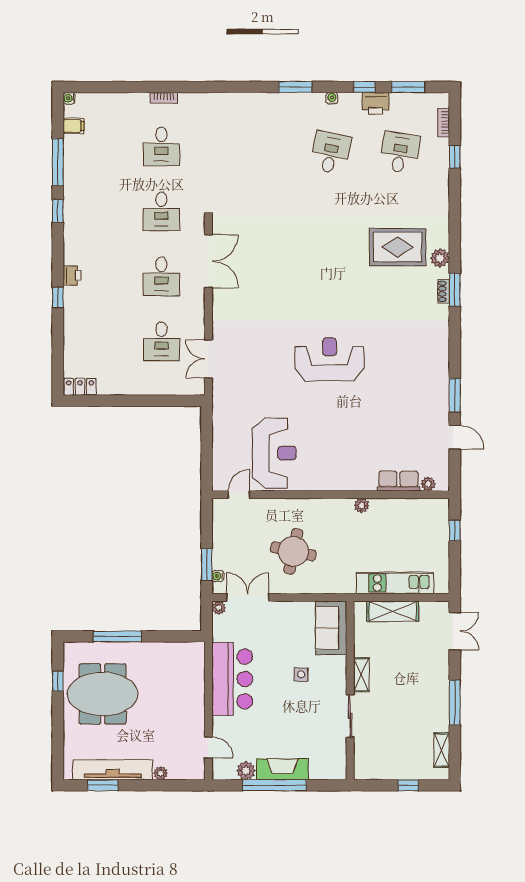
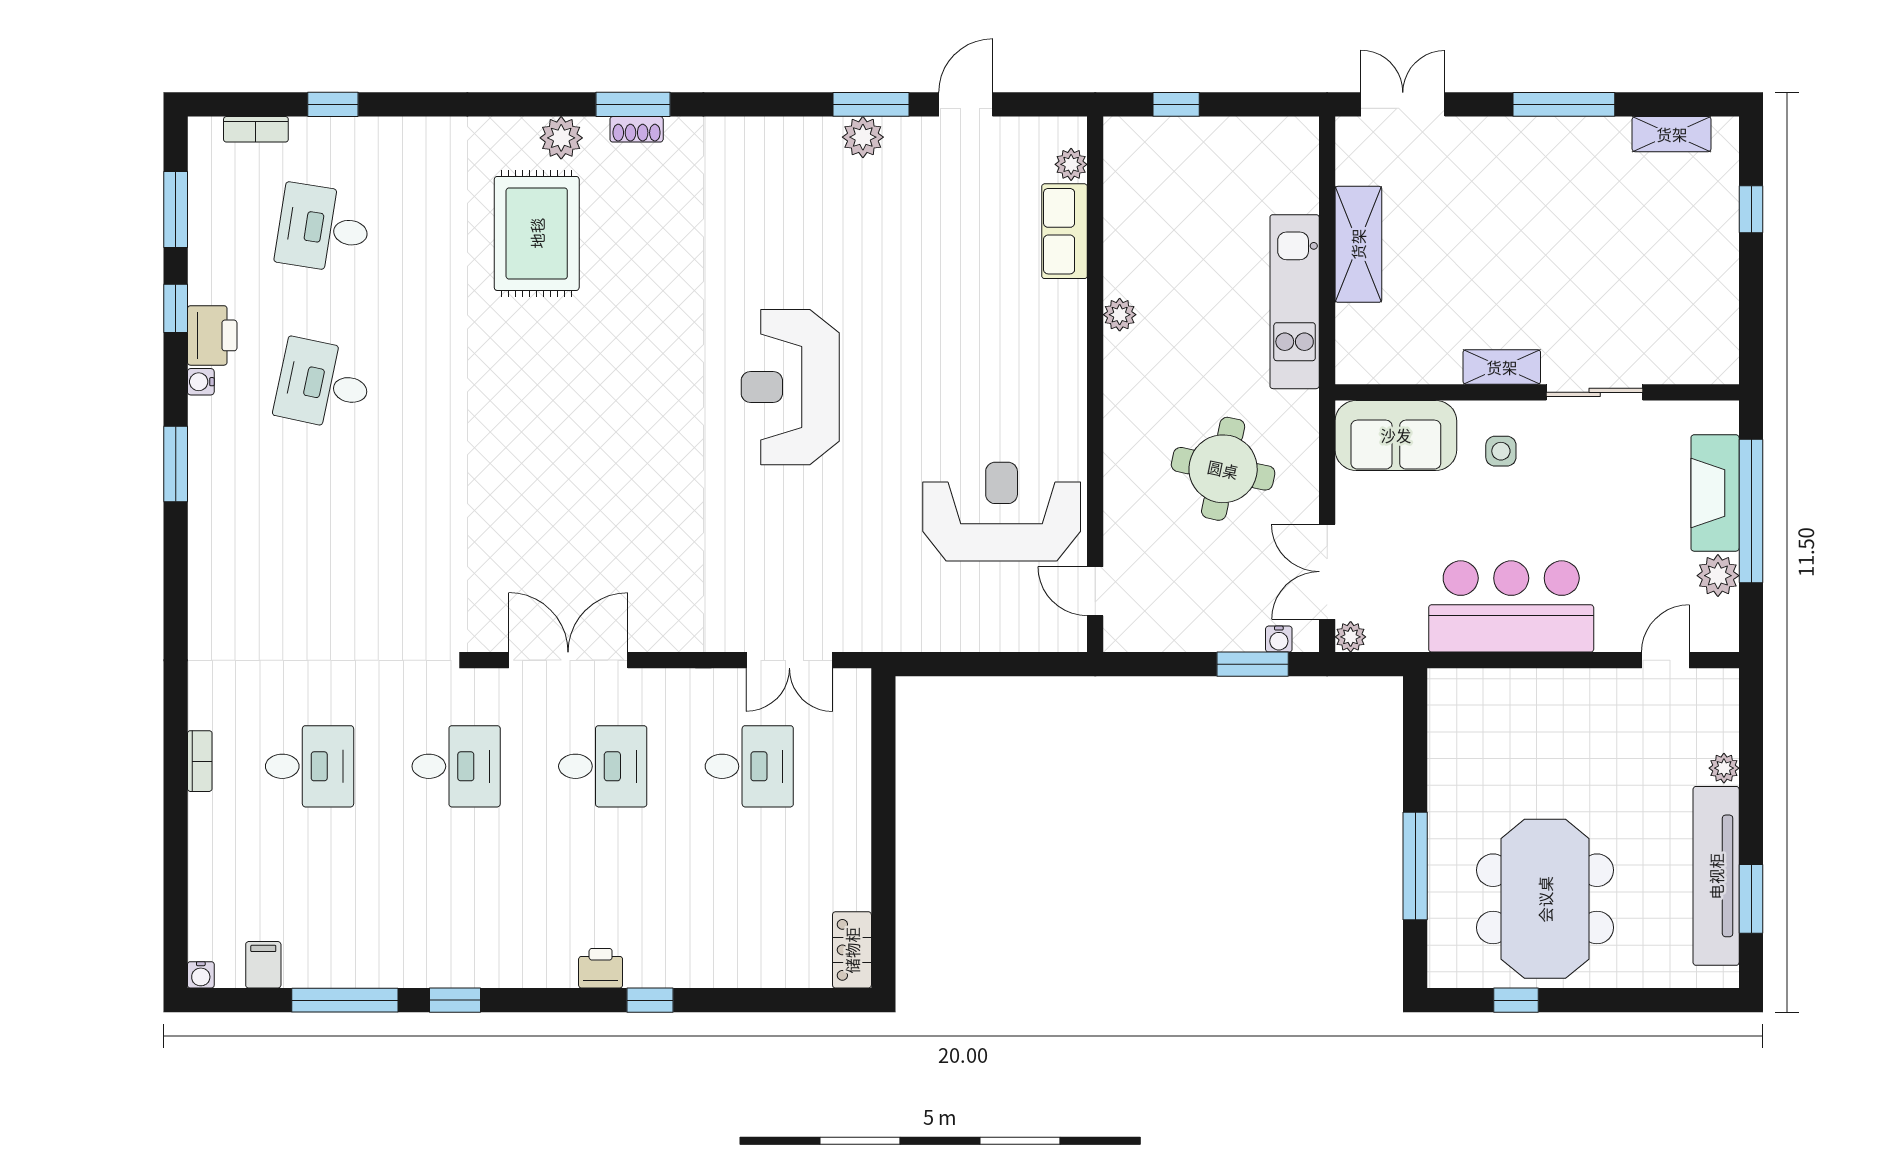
printer: (376, 103) -> (212, 335), moved
plant: (440, 392) -> (863, 137), added
kitchen unit: (395, 583) -> (1295, 302), moved
sofa: (331, 628) -> (1396, 435), moved
shelving: (361, 675) -> (1502, 367), moved
wall: (350, 690) -> (1537, 392), moved
sliding door: (350, 716) -> (1595, 392), moved

